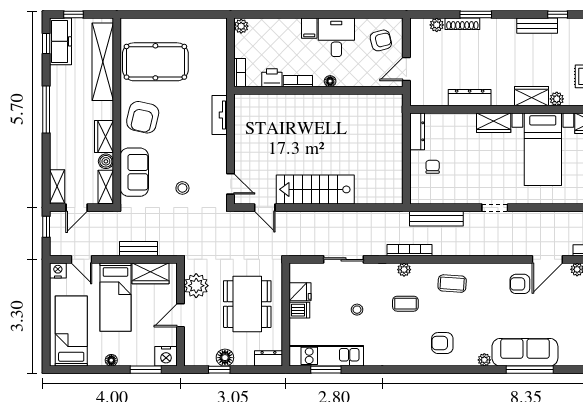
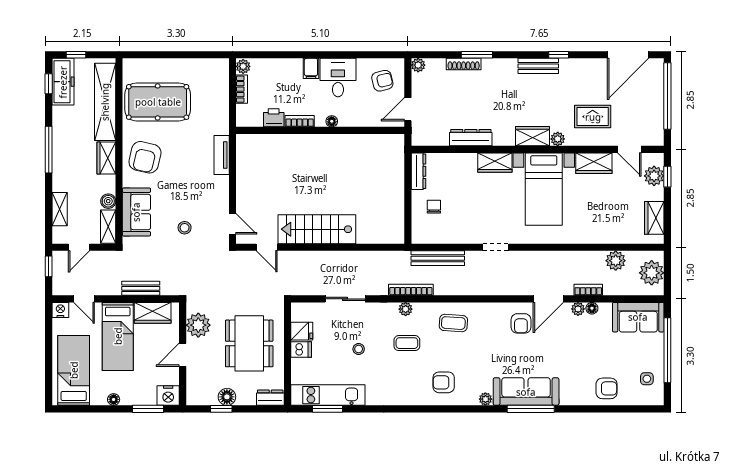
plant: (437, 25) -> (418, 65), moved
bookcase: (240, 73) -> (242, 89), moved
wardrobe: (104, 136) -> (106, 158), moved
shelving: (57, 186) -> (60, 209), moved
armchair: (520, 284) -> (521, 323), turned -90

